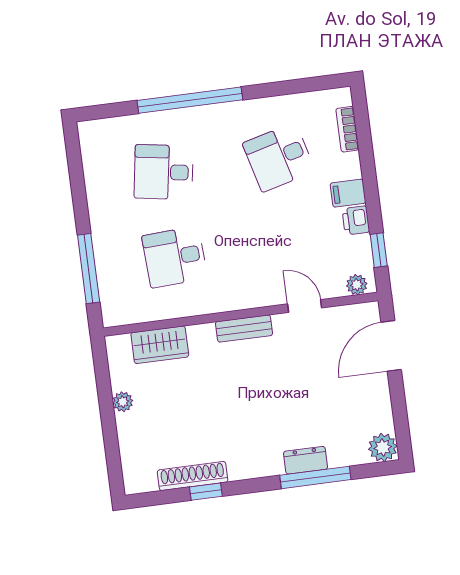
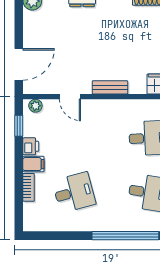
bookcase: (347, 129) -> (29, 187), moved

